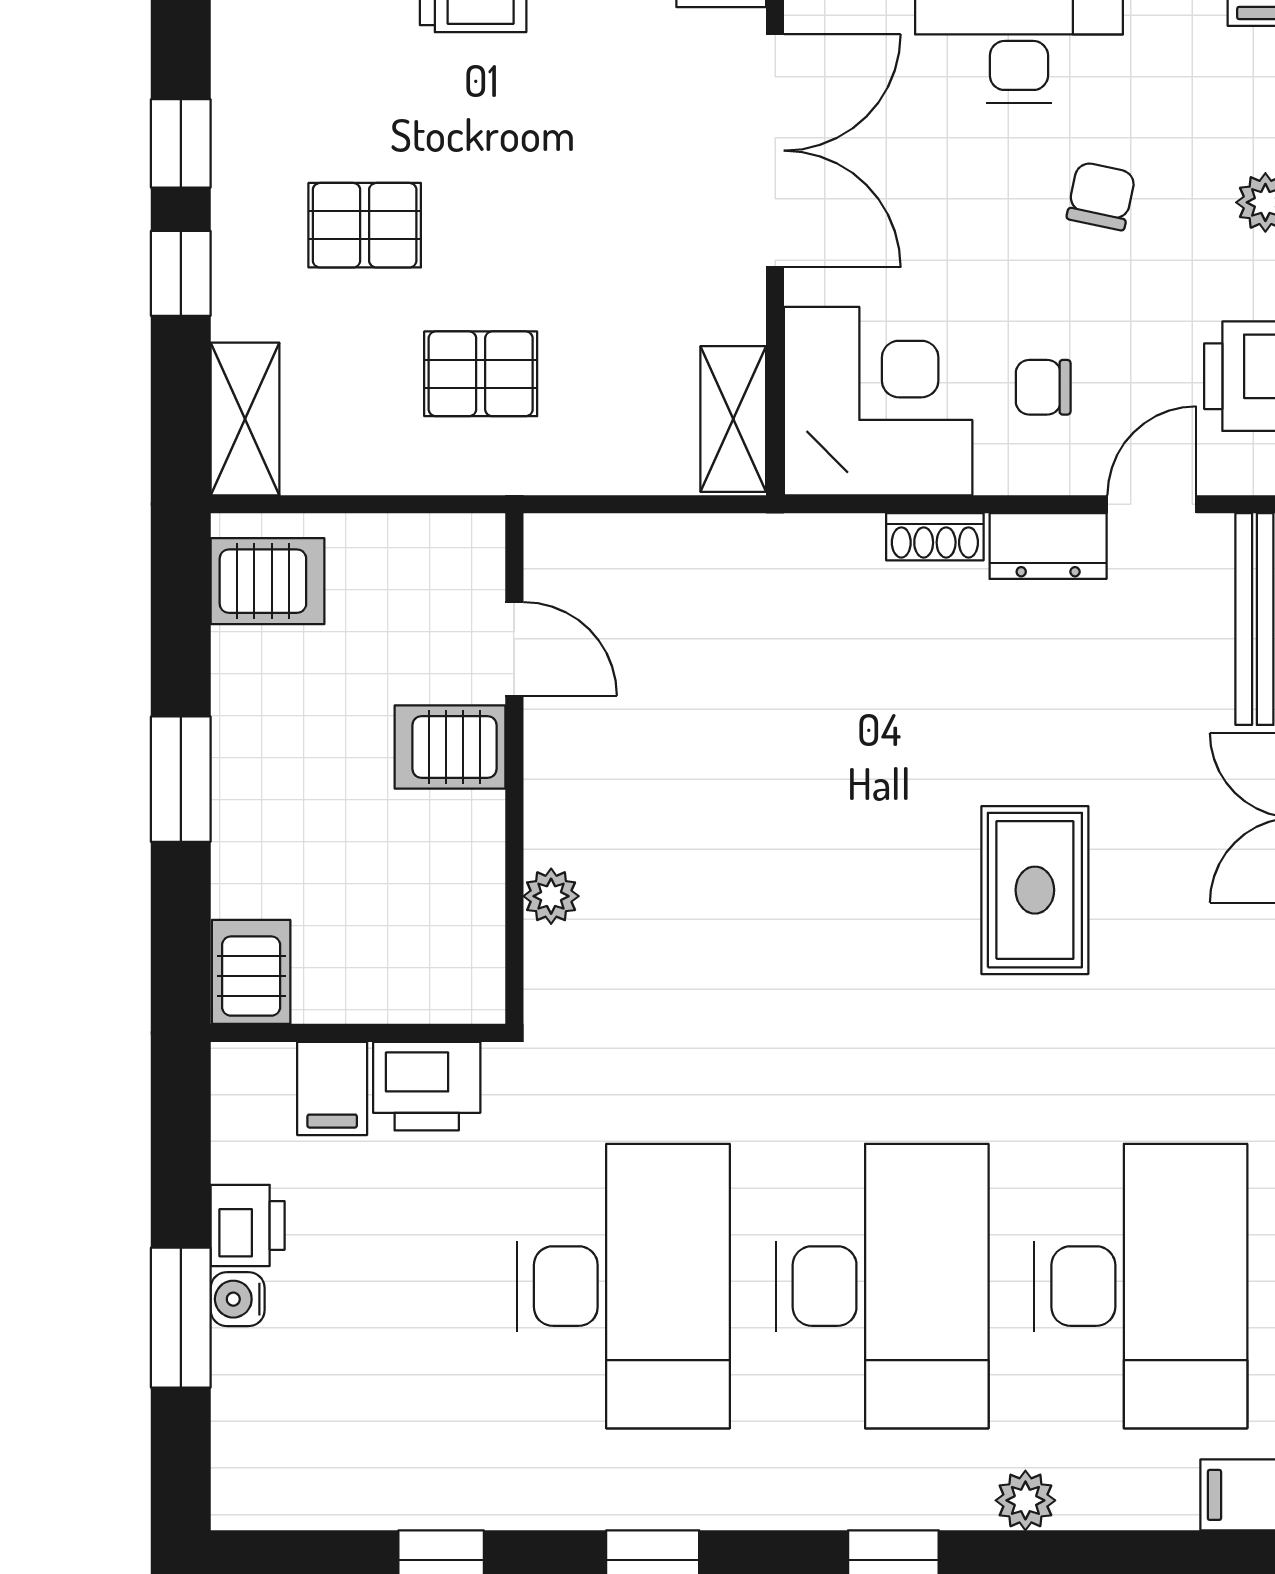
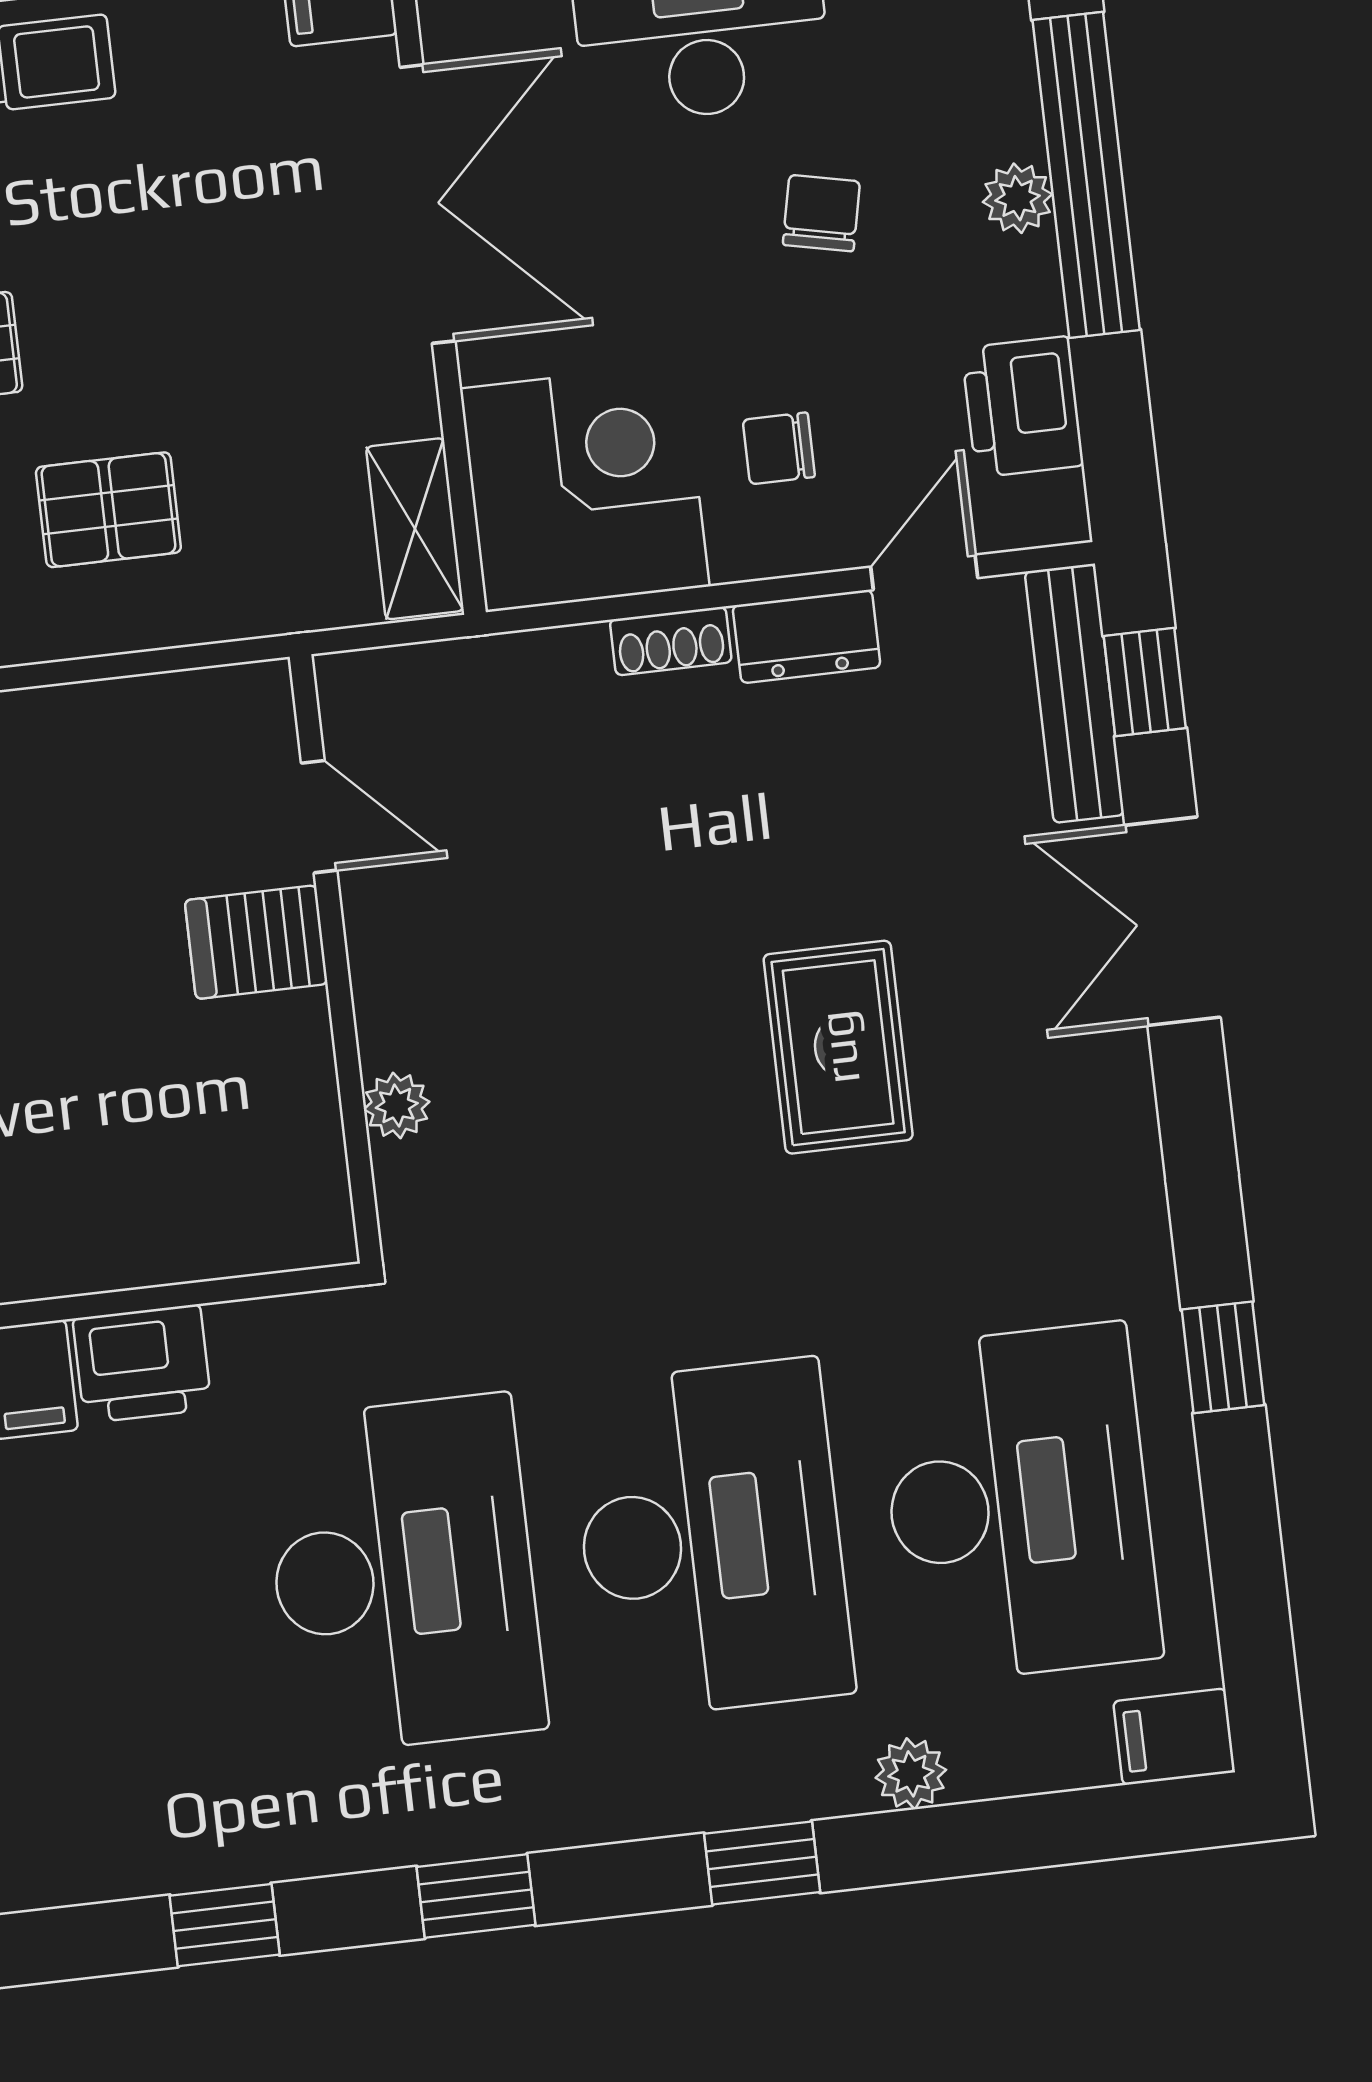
door: (514, 649) -> (319, 817), moved
server rack: (450, 747) -> (256, 942), moved
wall: (514, 769) -> (336, 959), moved
plant: (551, 896) -> (397, 1105), moved

